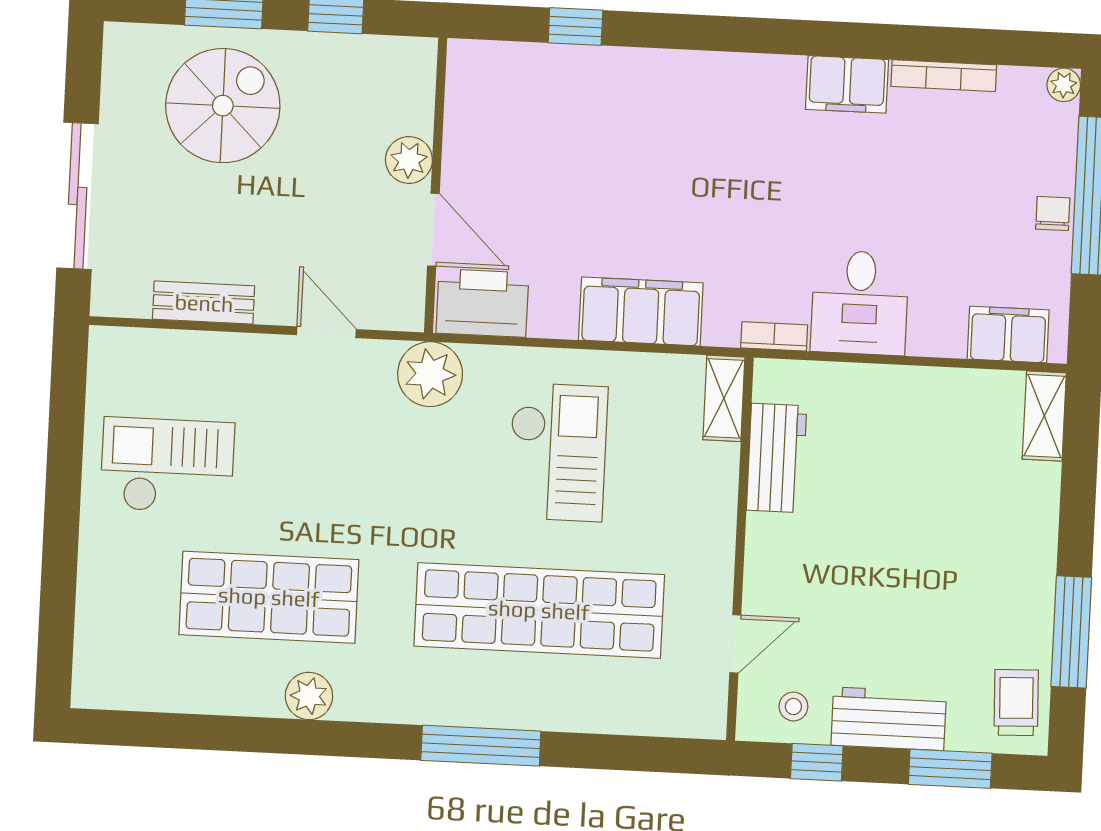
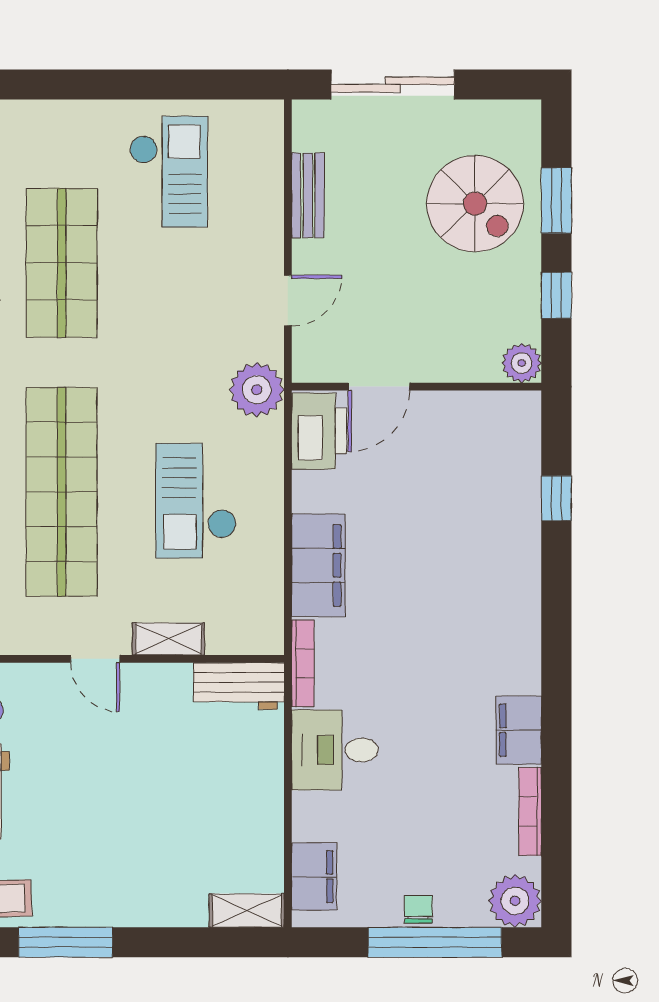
plant: (1064, 85) -> (515, 901), width x1.87, depth x1.87
plant: (409, 160) -> (522, 363), moved
chair: (1053, 213) -> (418, 909), turned -90
bookcase: (774, 336) -> (303, 663), width x1.56
shelving: (724, 398) -> (168, 639), moved
checkout: (558, 452) -> (196, 501), turned 90
workbench: (777, 458) -> (239, 686), moved
door: (735, 644) -> (95, 659), moved

